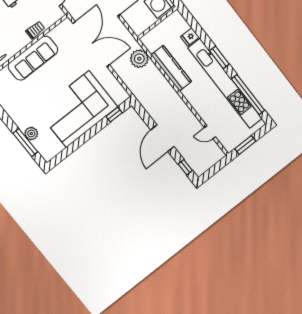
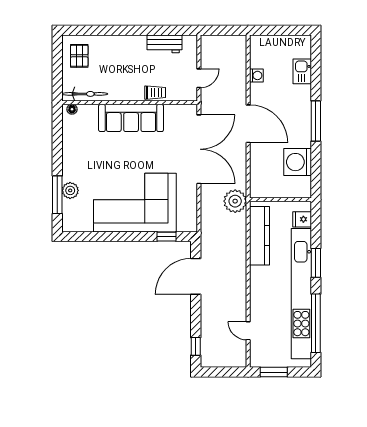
wall: (157, 23) -> (280, 200), moved
door: (162, 138) -> (196, 276), moved

